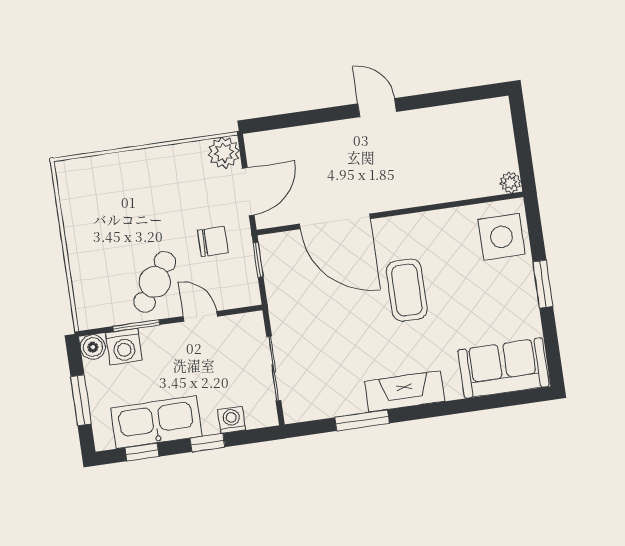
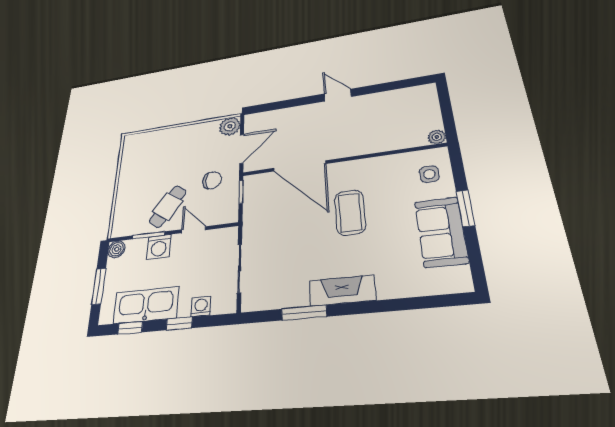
side table: (501, 237) -> (429, 174), width x0.54, depth x0.54
washing machine: (124, 347) -> (159, 247), moved
sofa: (503, 368) -> (441, 232), moved, turned -90

